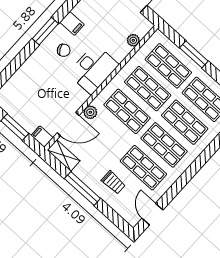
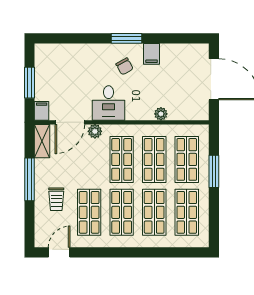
plant: (133, 40) -> (161, 114), moved
desk: (93, 69) -> (109, 103), moved, width x0.73
door: (68, 124) -> (70, 122), hinge flipped

